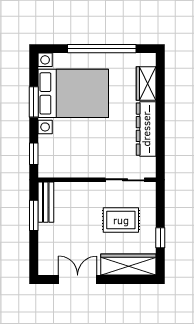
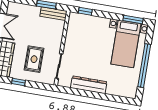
wardrobe: (146, 83) -> (117, 90), removed
bed with nightstands: (73, 93) -> (126, 44), width x0.73
window: (34, 102) -> (133, 19), moved

